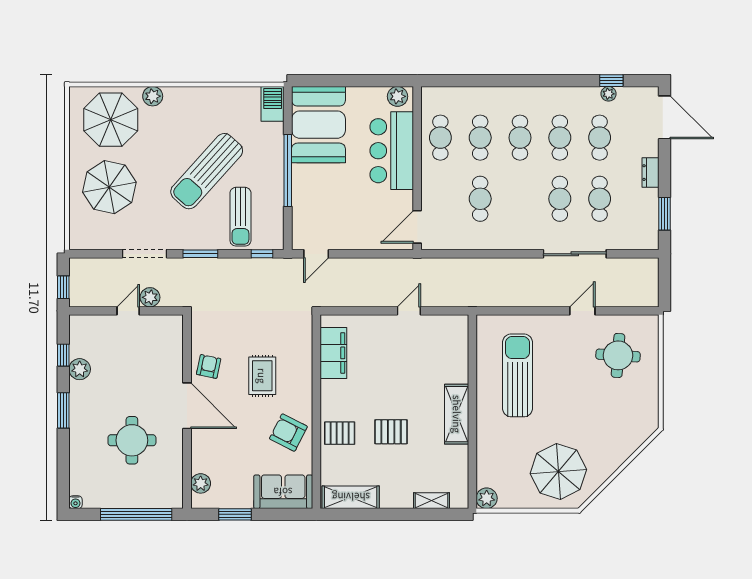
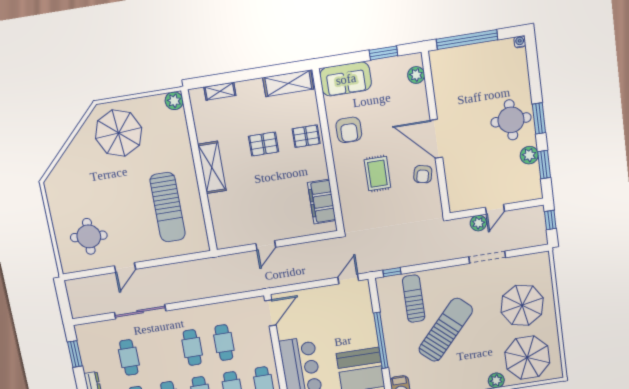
cafe table: (560, 199) -> (192, 348), moved
window: (200, 254) -> (442, 264), removed
window: (63, 355) -> (544, 165), width x1.50
armchair: (288, 433) -> (349, 130), turned 63
round table: (132, 440) -> (511, 120), moved

